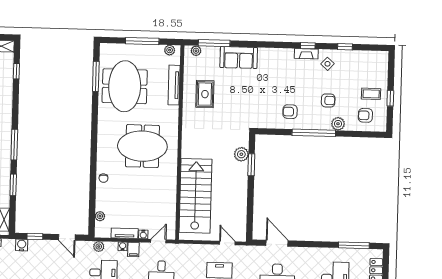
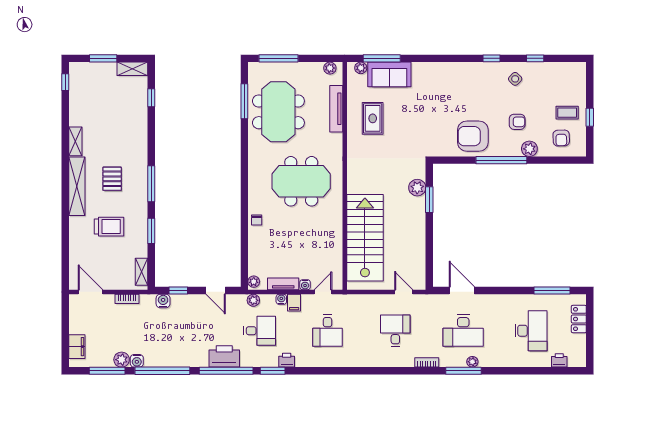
window: (142, 41) -> (278, 58), moved
fireplace: (306, 54) -> (490, 68), removed
sofa: (239, 57) -> (389, 74), moved
armchair: (290, 112) -> (473, 136), width x1.88, depth x1.88
armchair: (365, 115) -> (561, 138), turned -92
plant: (100, 216) -> (254, 282), moved

